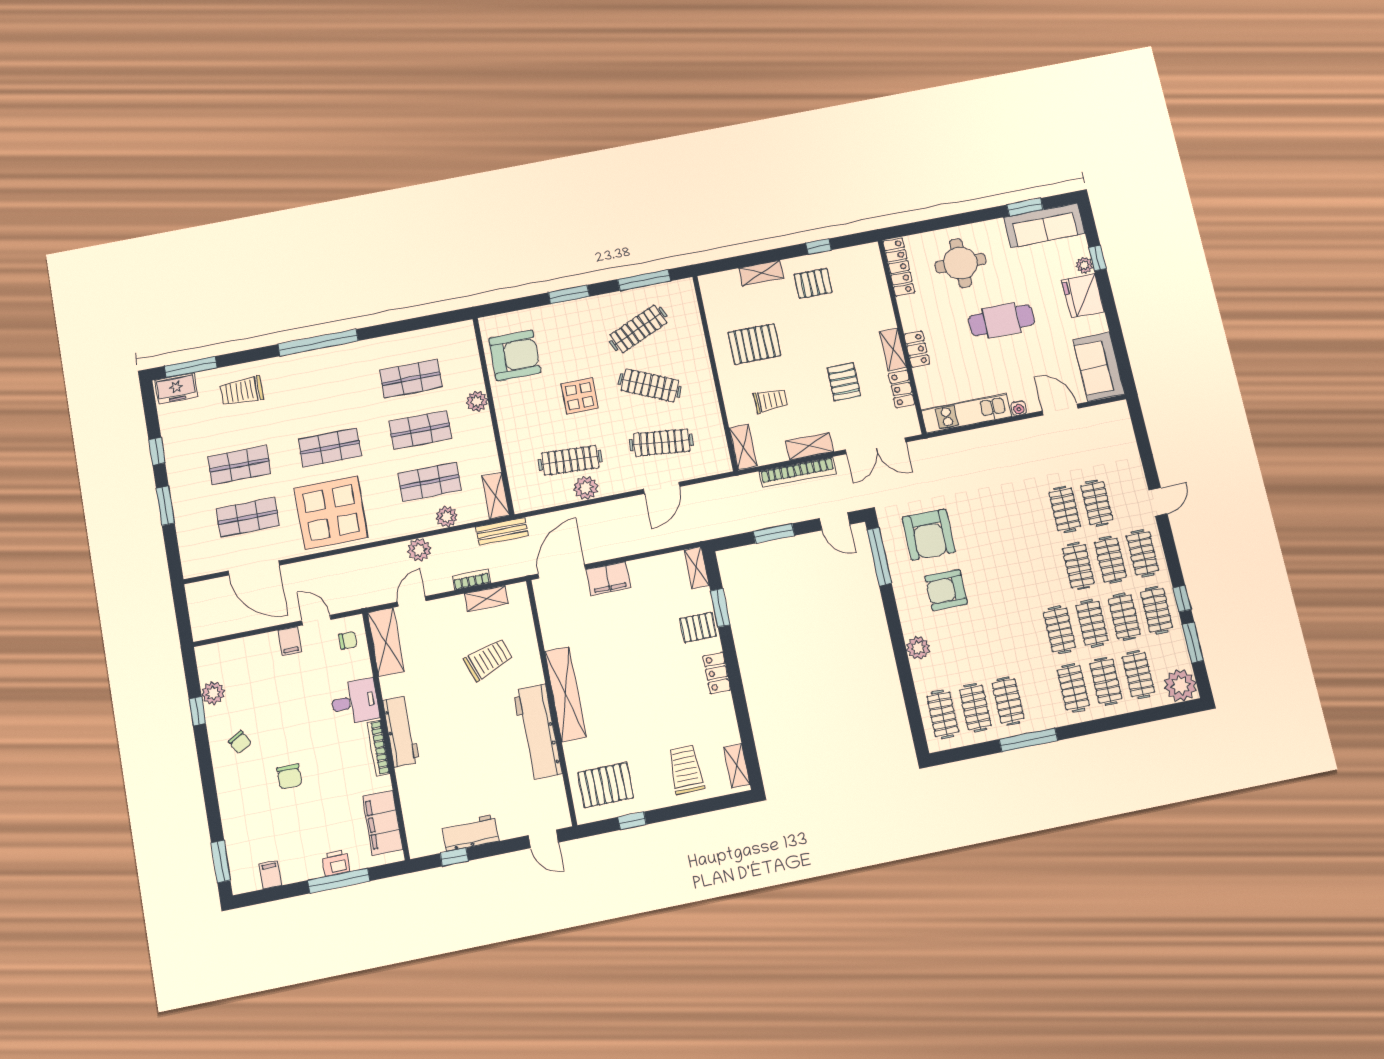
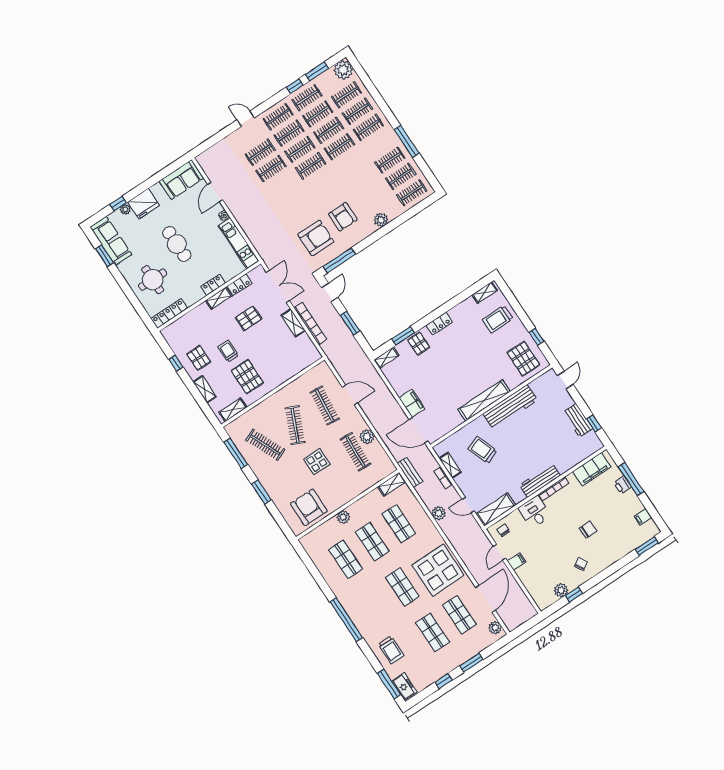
trolley: (771, 400) -> (228, 351), moved
shelving: (743, 447) -> (233, 410), moved
plant: (447, 517) -> (495, 628), moved
clothes rail: (1046, 573) -> (311, 166), added

